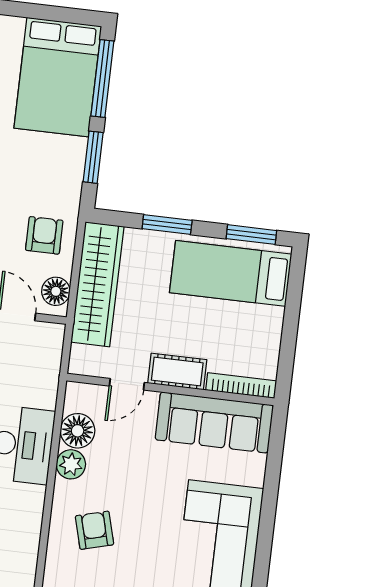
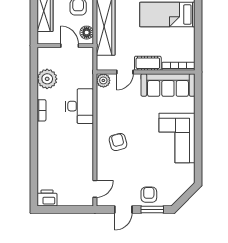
floor lamp: (78, 431) -> (105, 96), removed
plant: (71, 464) -> (103, 80), moved

